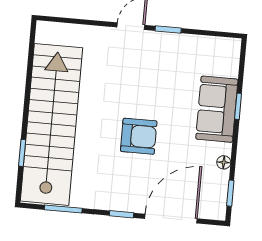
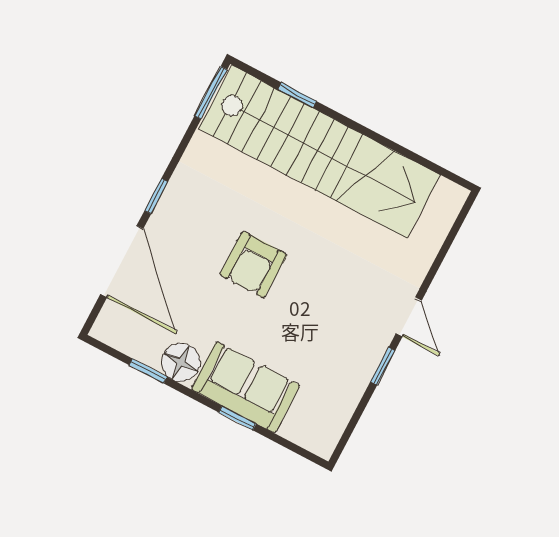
floor lamp: (224, 162) -> (181, 362), width x1.89, depth x1.89
window: (230, 193) -> (148, 371), moved
window: (63, 209) -> (211, 93), moved

